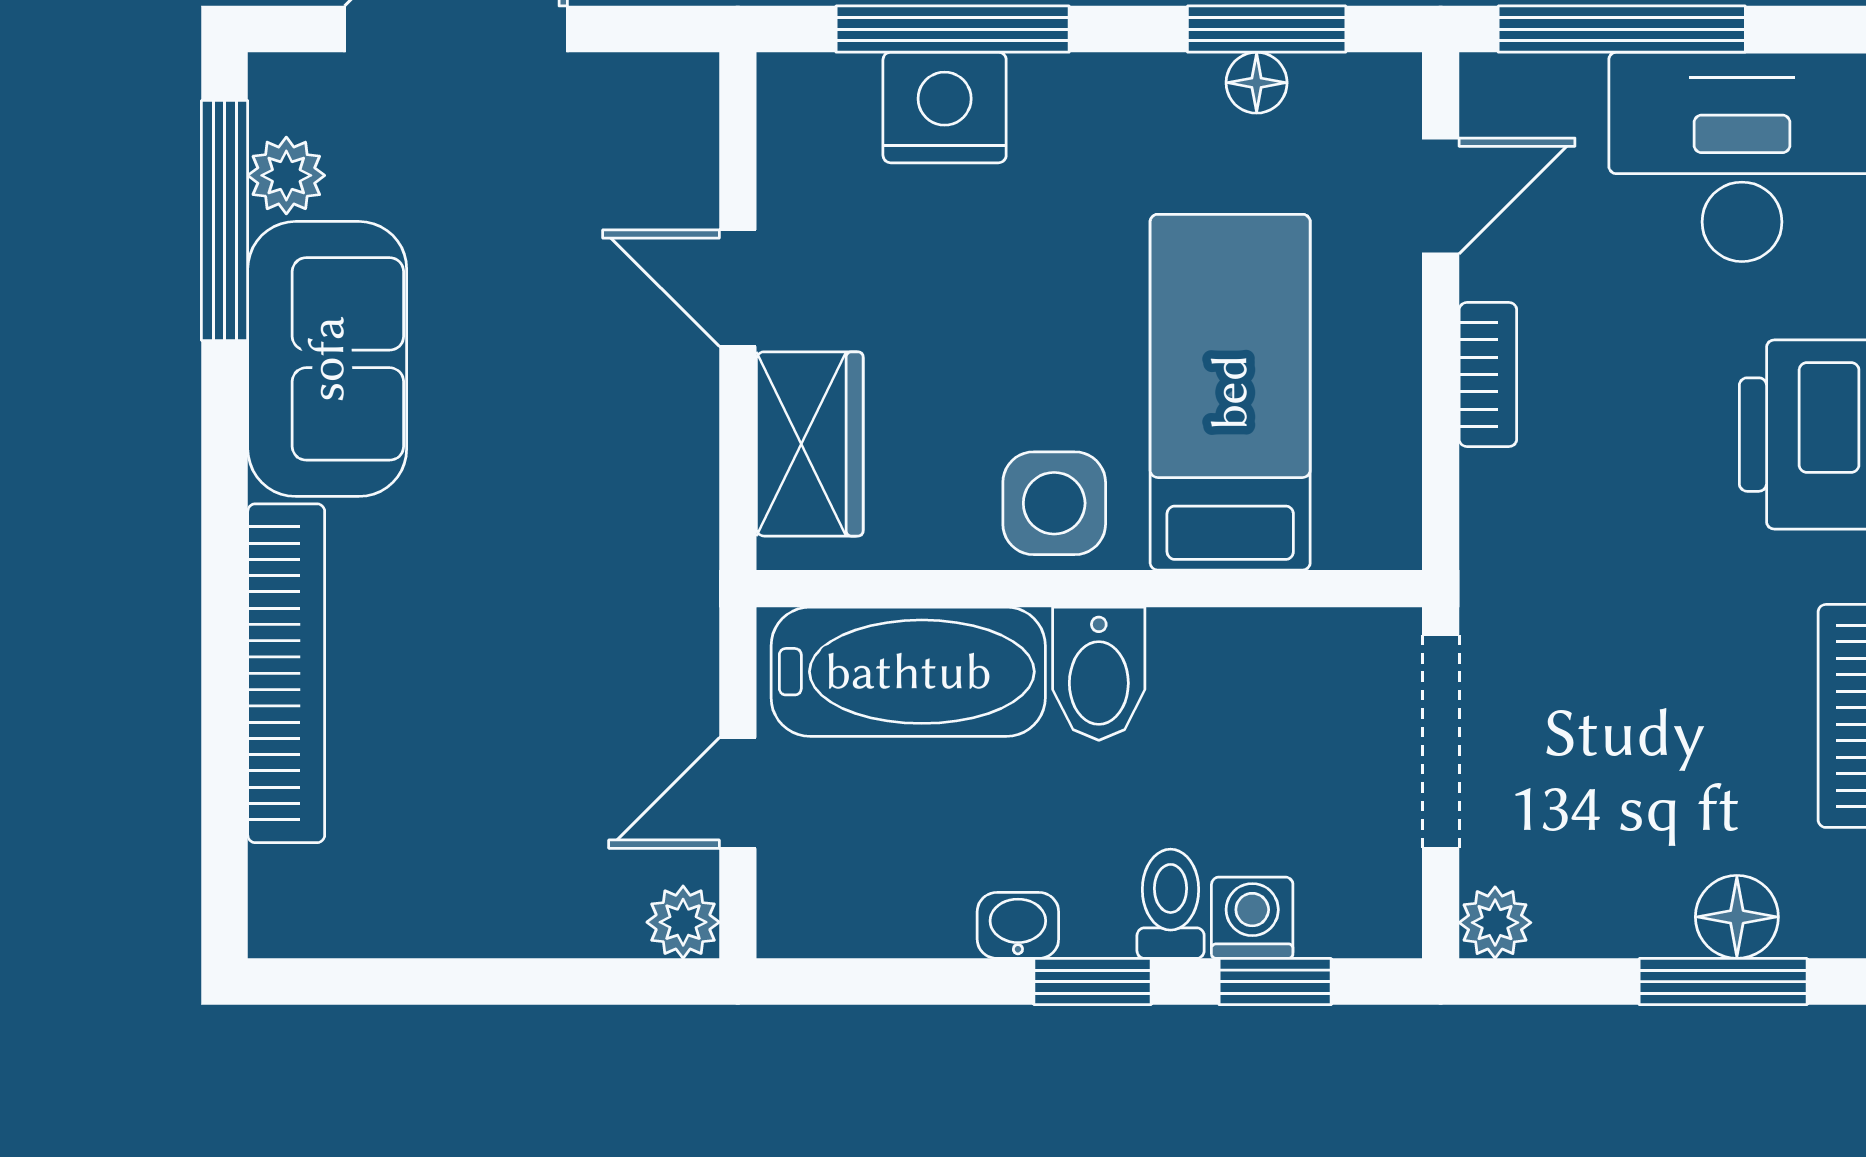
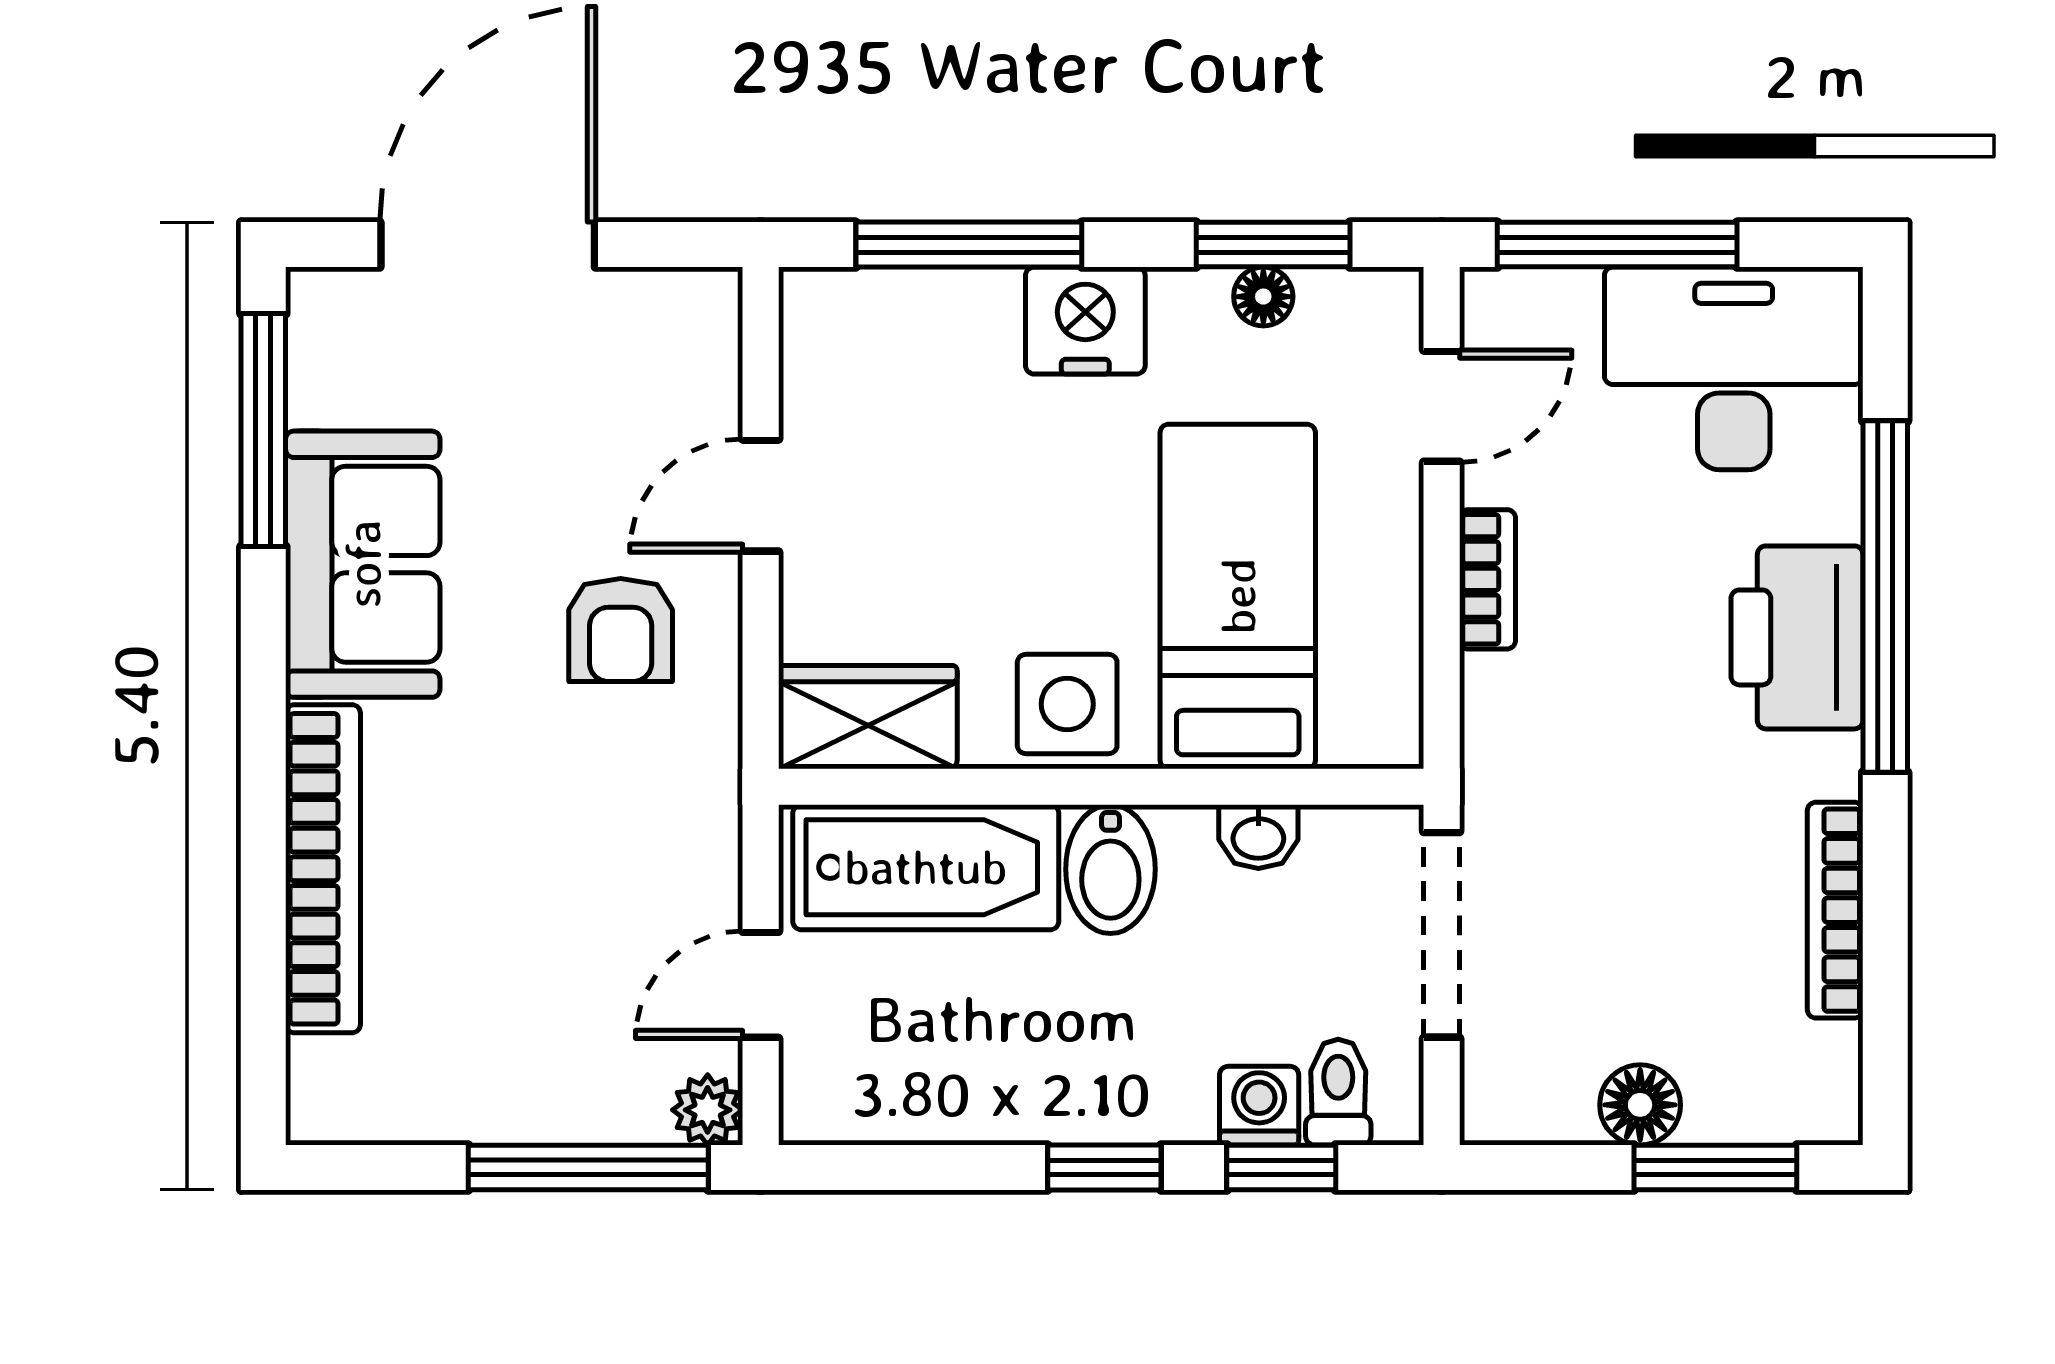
nightstand: (945, 107) -> (1085, 321), moved
plant: (286, 175) -> (323, 386), removed
door: (738, 288) -> (761, 496), hinge flipped
armchair: (593, 427) -> (621, 630), added
wardrobe: (810, 444) -> (868, 717), moved, turned -90
toilet: (1171, 904) -> (1338, 1092), moved
floor lamp: (1737, 917) -> (1640, 1105), moved
plant: (1495, 923) -> (1494, 1110), removed
washbasin: (1018, 925) -> (1258, 837), moved, turned 180
window: (560, 982) -> (588, 1168), added

